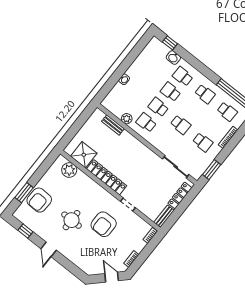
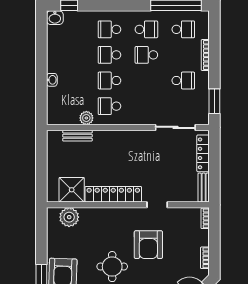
washbasin: (173, 58) -> (55, 18), moved
school desk: (181, 125) -> (146, 55), moved, turned 180

